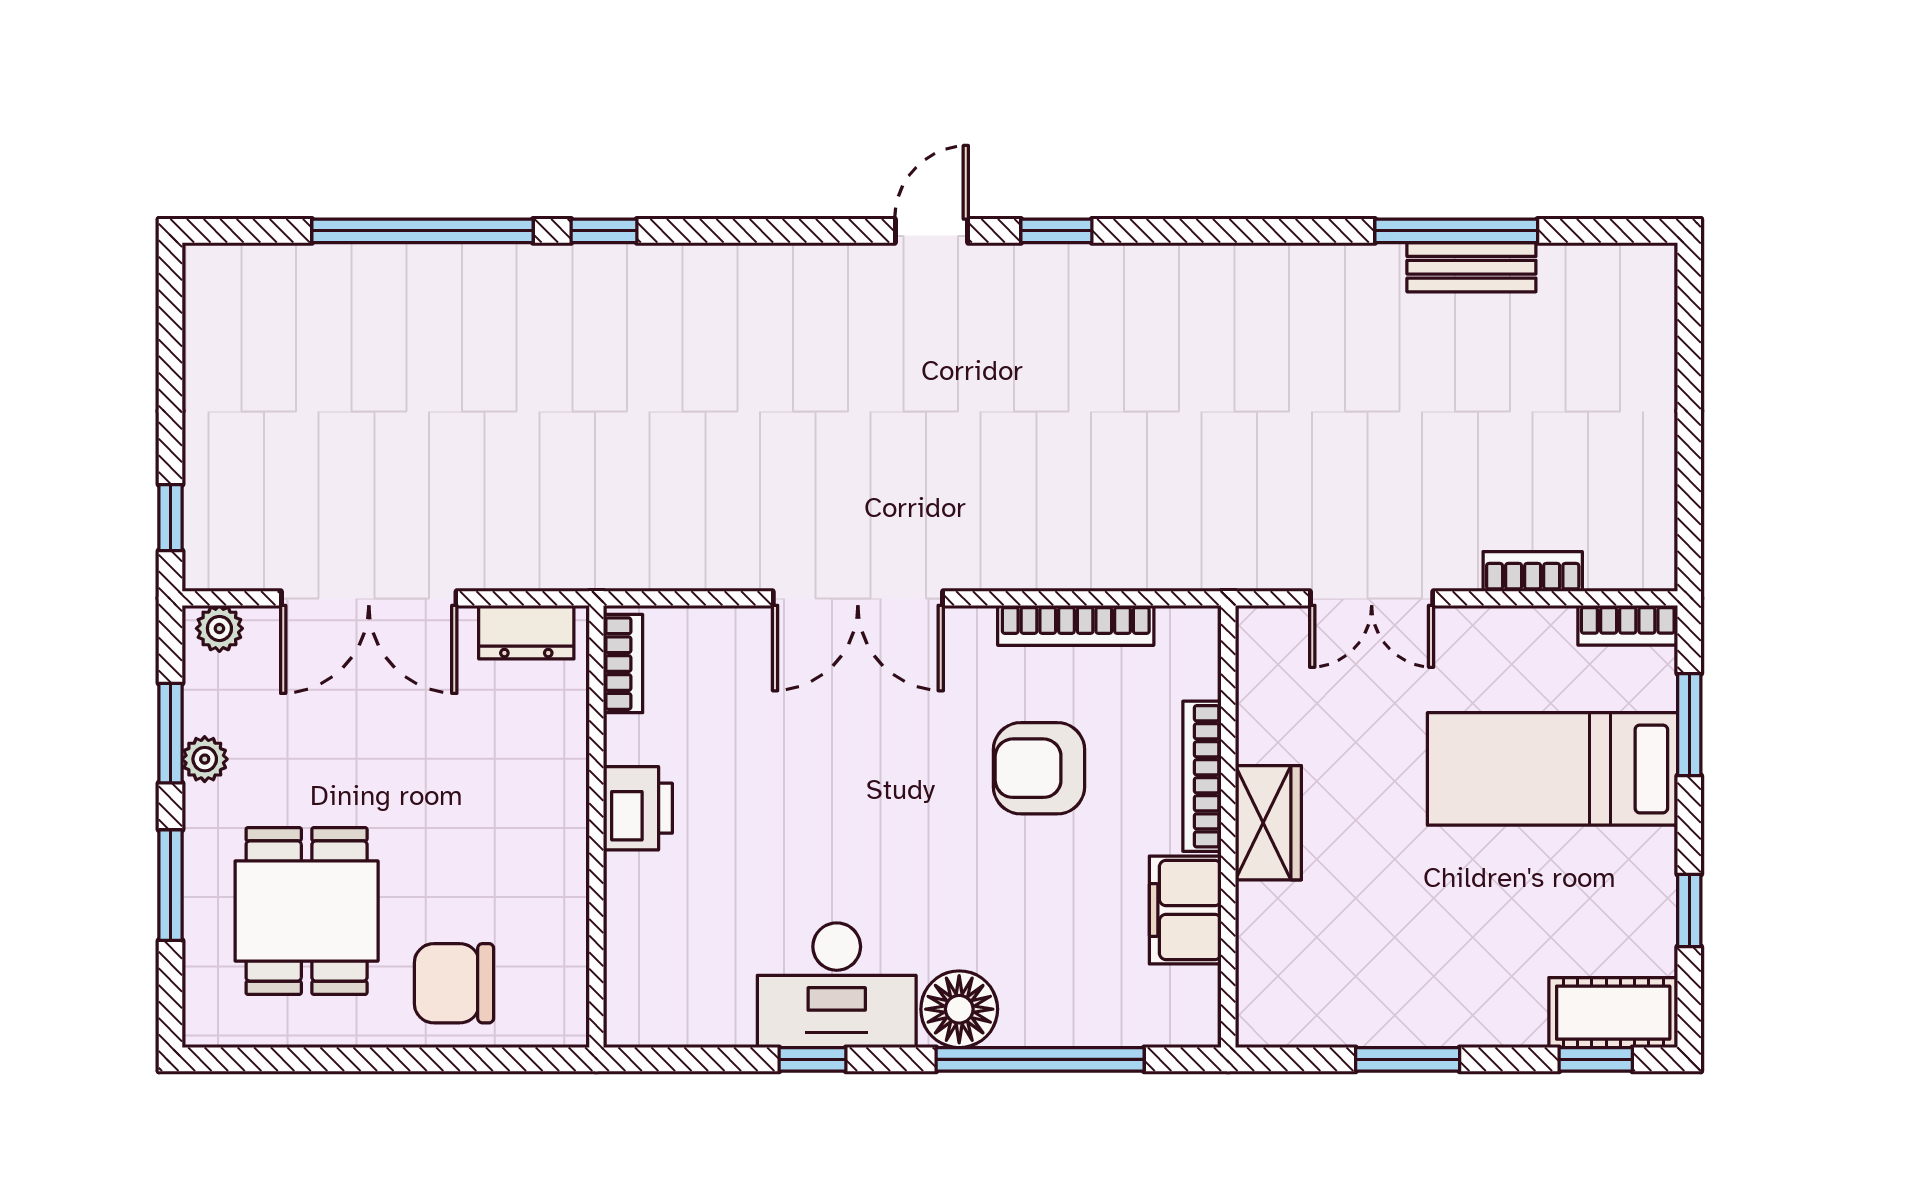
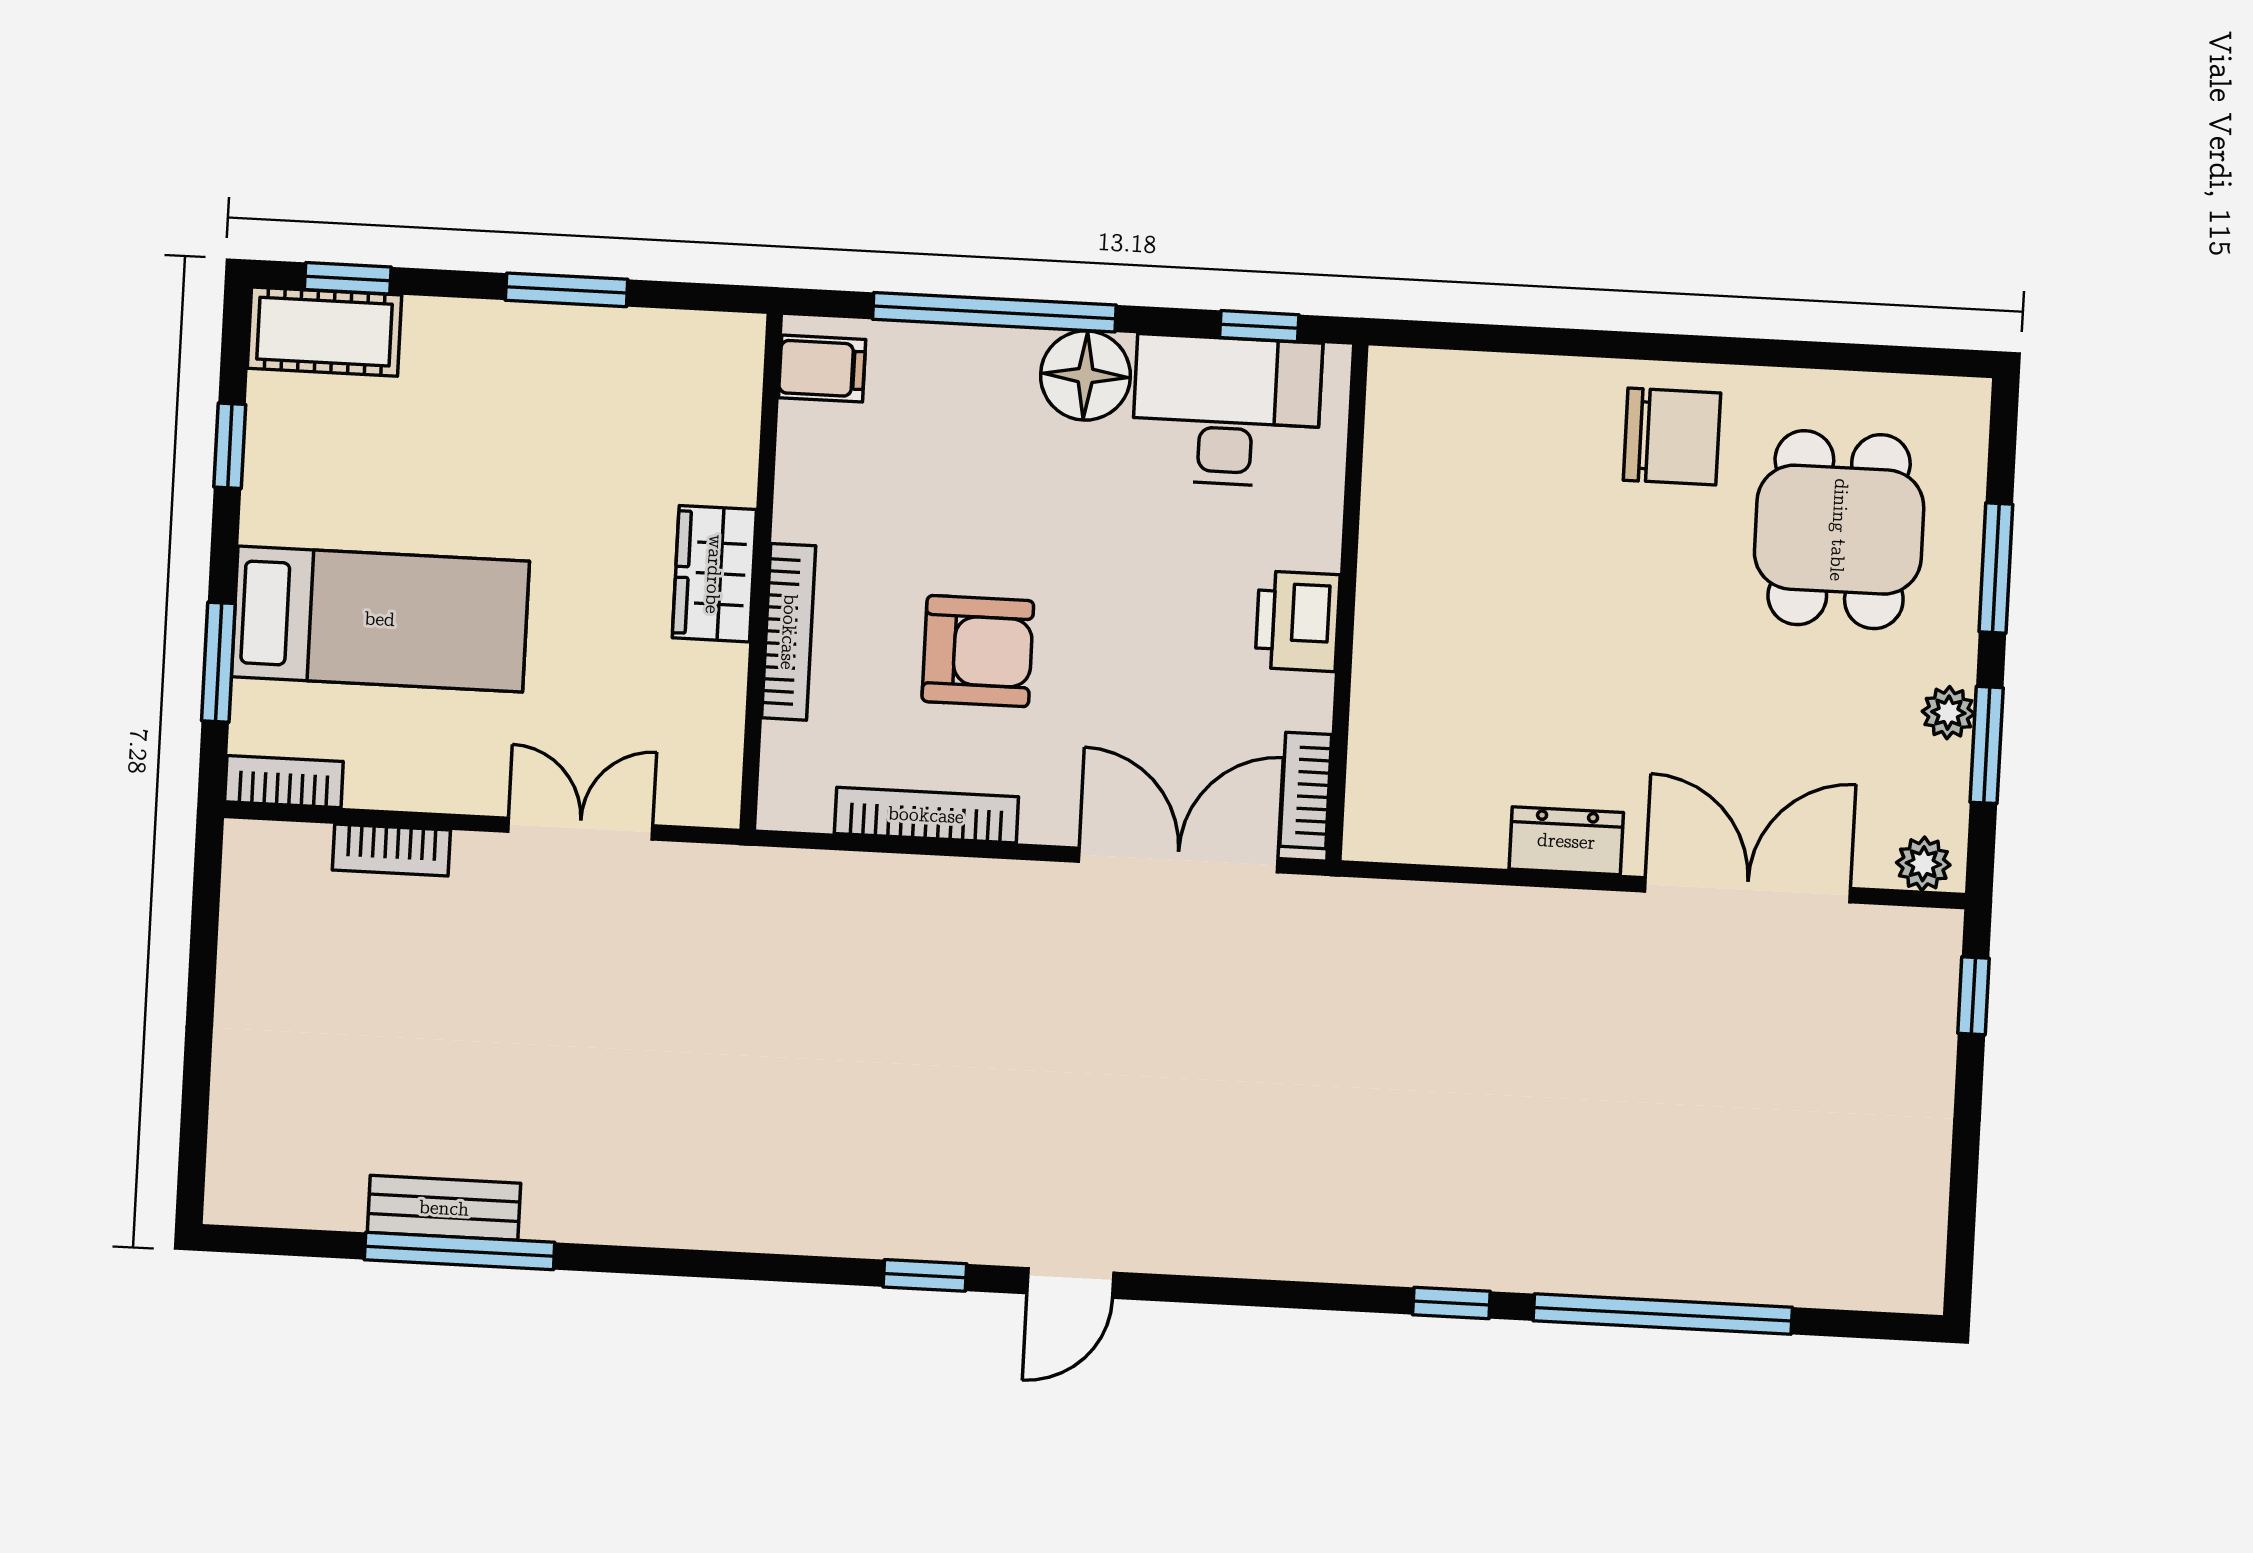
bookcase: (623, 664) -> (1306, 790), moved
printer: (638, 808) -> (1297, 621), moved
wall: (596, 826) -> (1347, 602), moved
filing cabinet: (1185, 910) -> (822, 369), moved, width x0.50

